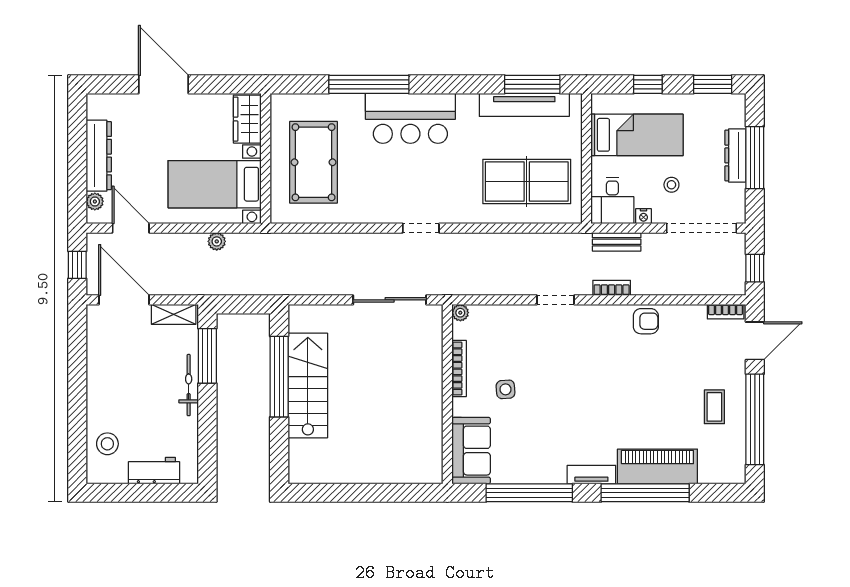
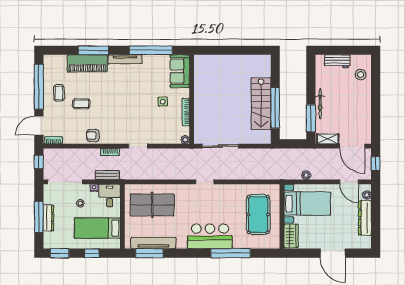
coffee table: (669, 385) -> (81, 104), added
tv unit: (591, 475) -> (125, 59), width x1.41
window: (645, 493) -> (93, 50), width x0.68

